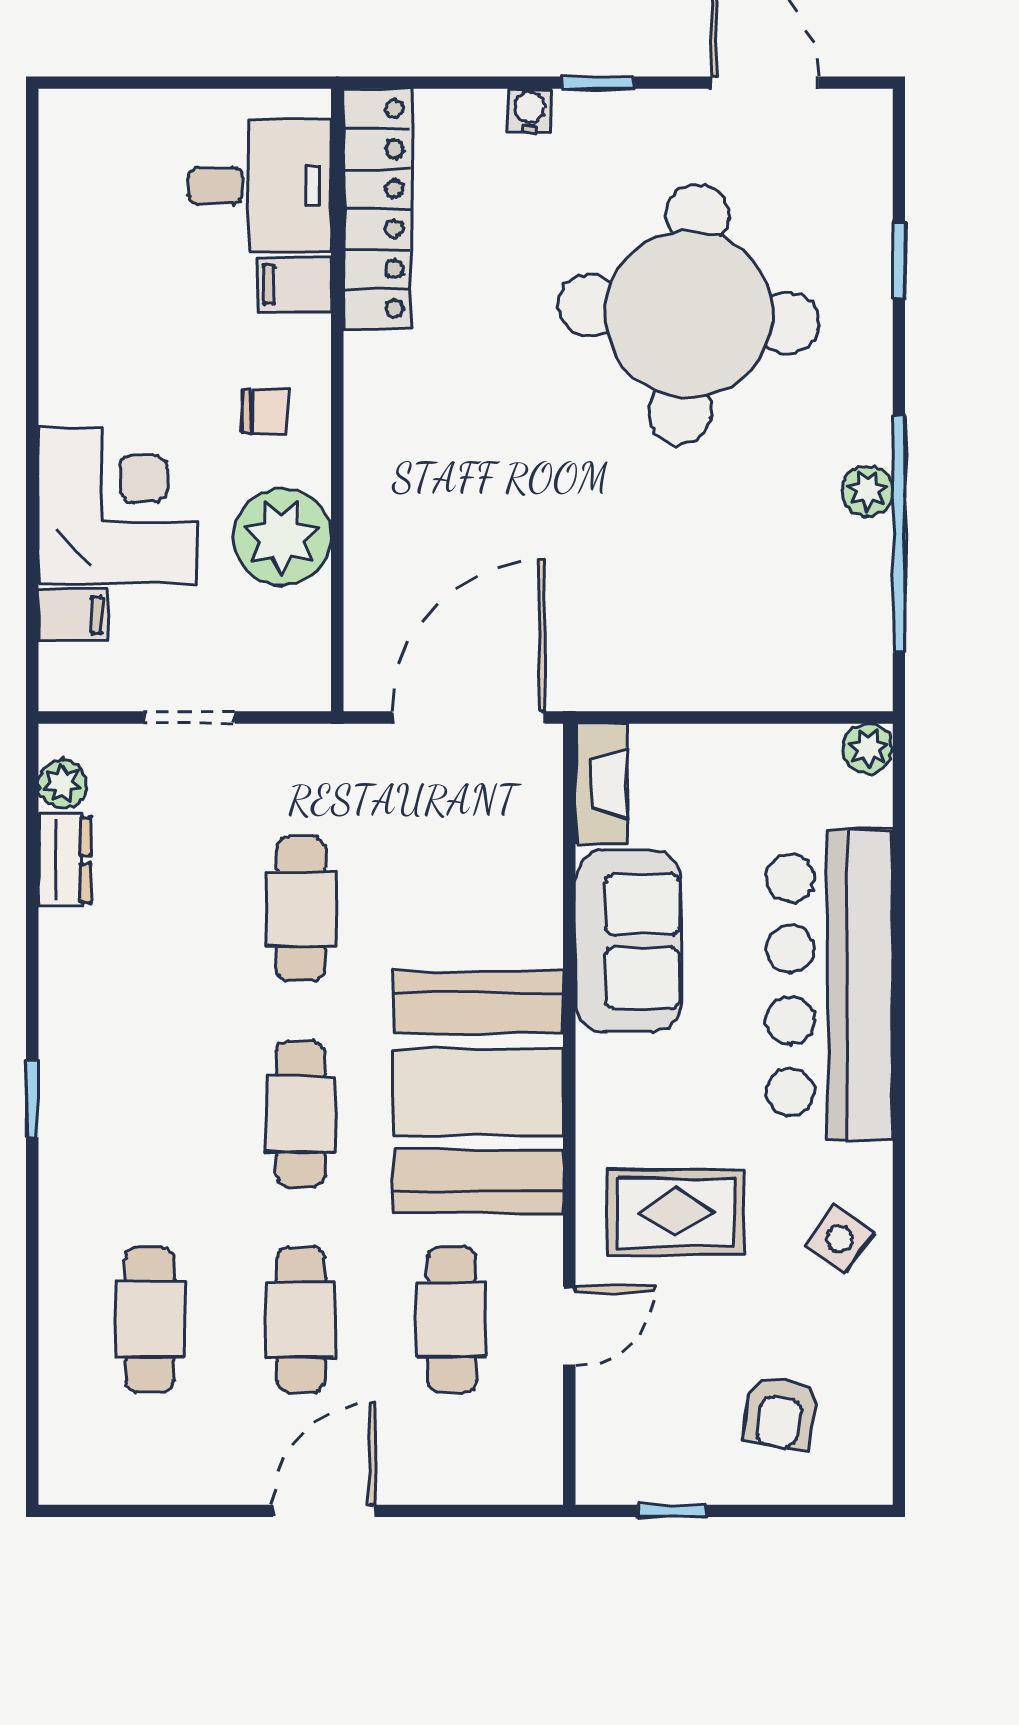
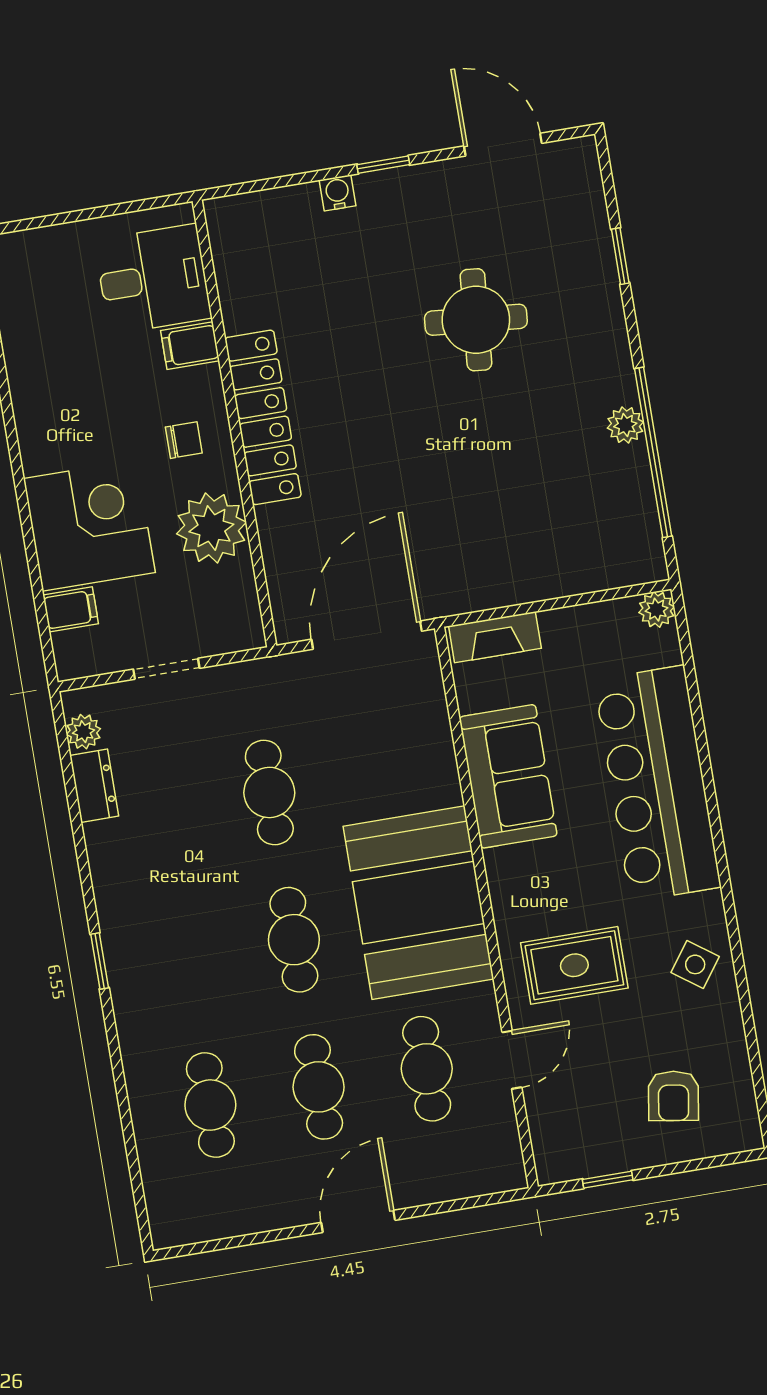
locker: (377, 209) -> (263, 417), moved
round table: (689, 314) -> (476, 320), width x0.54, depth x0.54
fireplace: (601, 784) -> (495, 637), moved, turned 90

